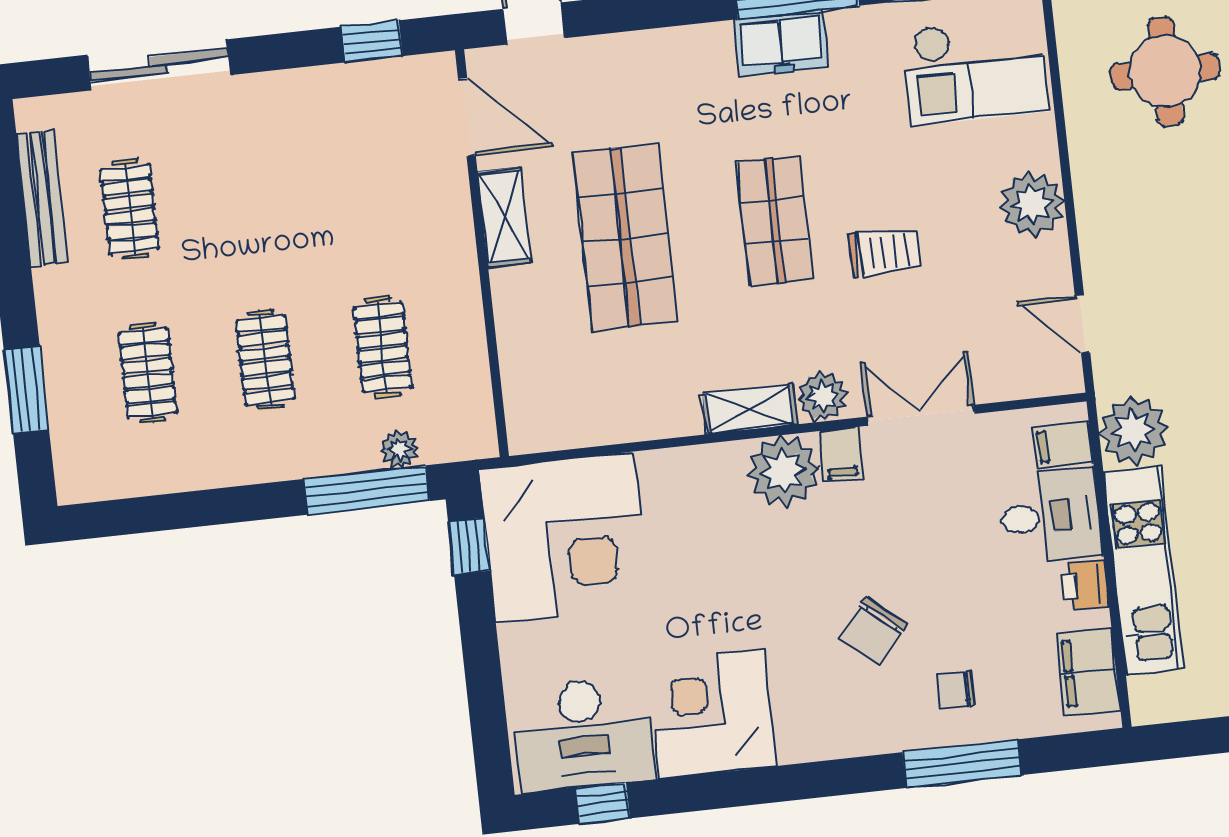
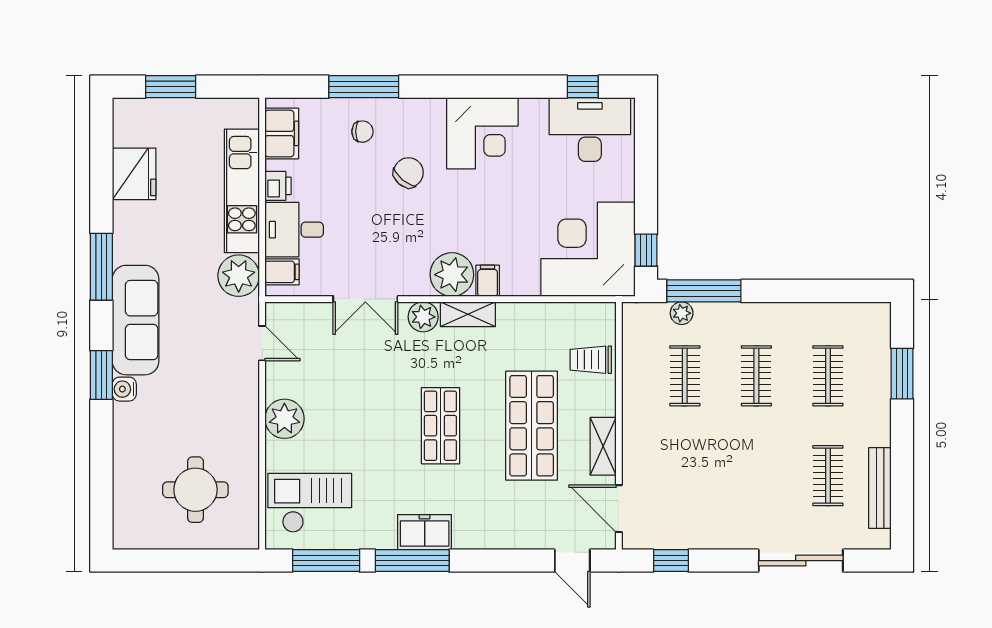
trolley: (885, 252) -> (591, 360), moved
filing cabinet: (841, 454) -> (488, 281), moved
corner desk: (711, 714) -> (482, 133), moved

